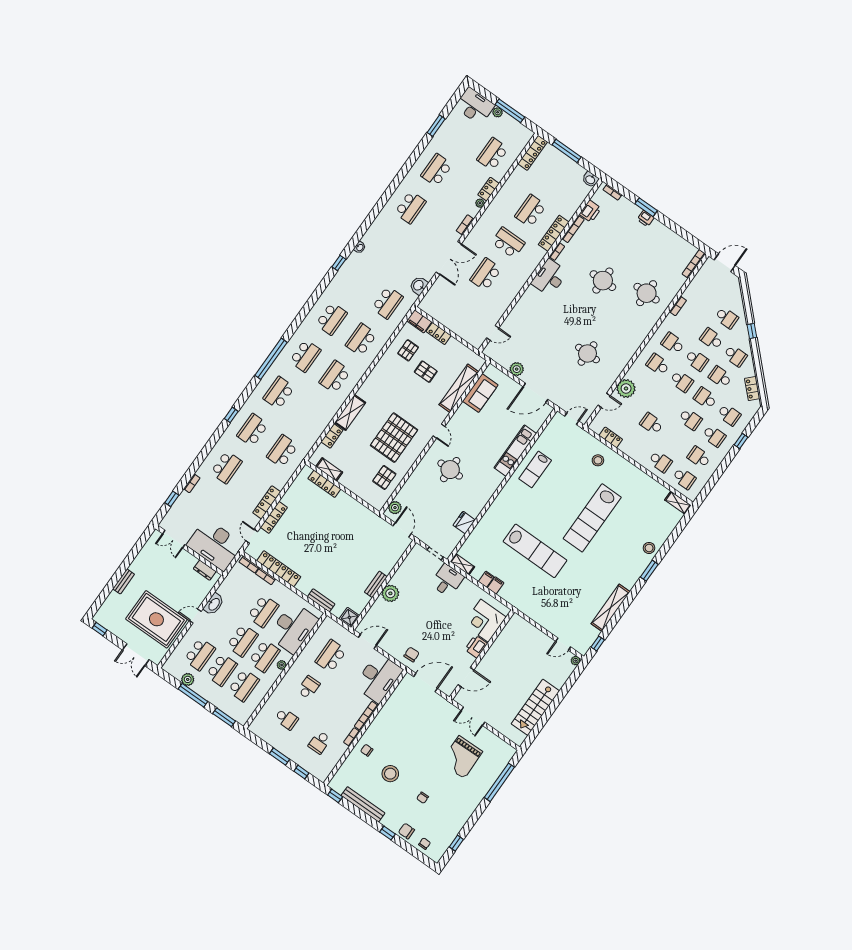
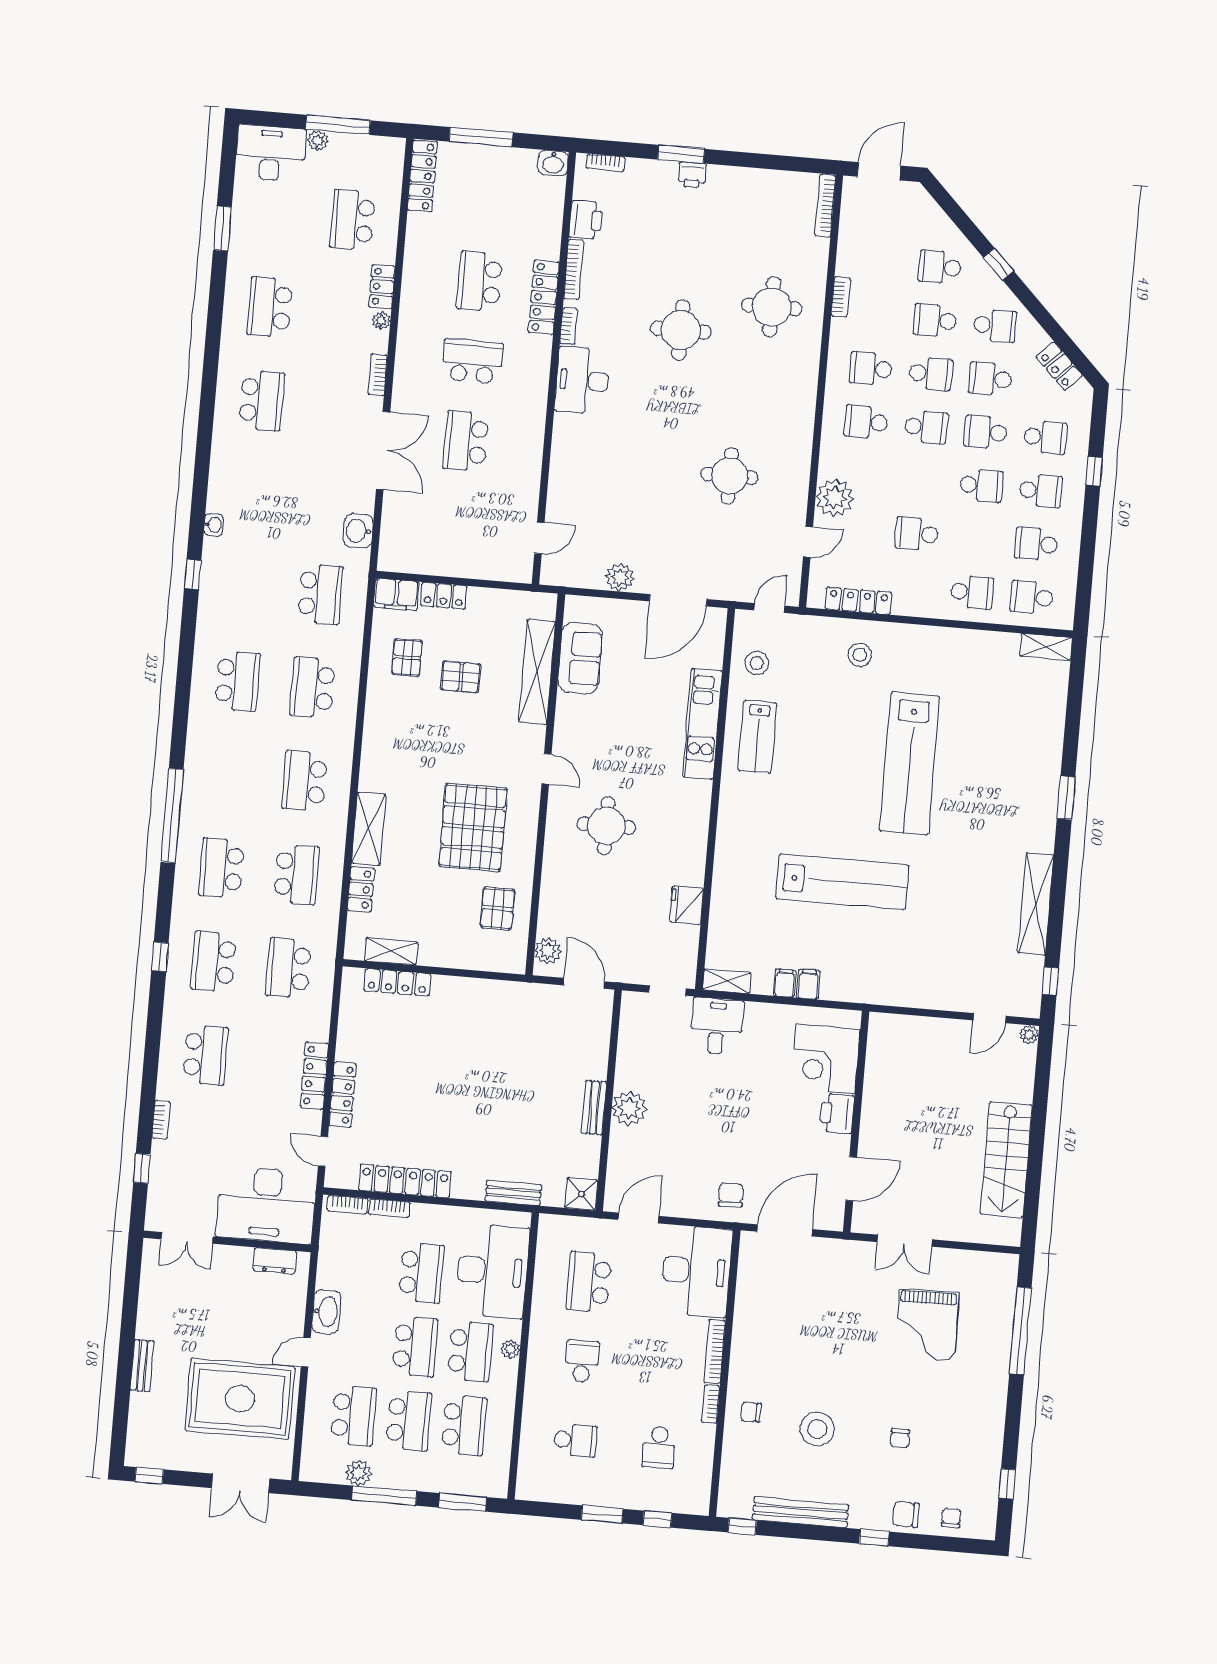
school desk: (727, 318) -> (940, 267), turned 180
school desk: (305, 356) -> (296, 874), moved
locker: (611, 437) -> (858, 601), width x1.53
school desk: (684, 478) -> (1032, 597), turned 180
stool: (649, 548) -> (757, 663), moved

